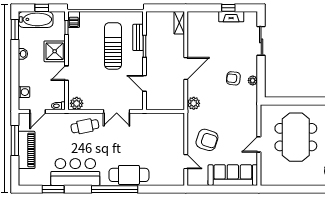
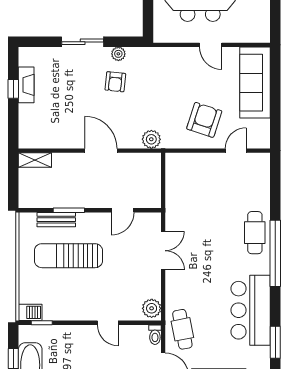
sliding door: (261, 41) -> (83, 42), moved
shower: (55, 51) -> (76, 340), removed
cafe table: (85, 126) -> (182, 329), moved
cafe table: (129, 175) -> (255, 233), width x0.73, depth x0.74

